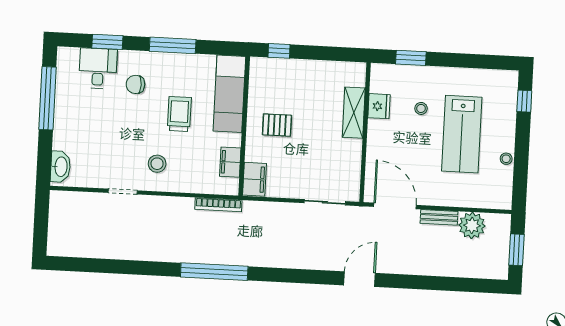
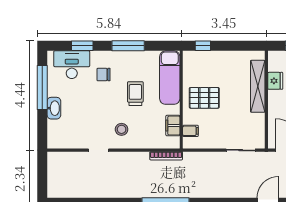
desk: (98, 68) -> (72, 65), width x1.37
shelving: (354, 113) -> (258, 86), width x1.47
pallet: (277, 125) -> (204, 98), width x1.50, depth x1.42
washbasin: (60, 167) -> (54, 108), moved
filing cabinet: (254, 179) -> (190, 131), width x0.50

